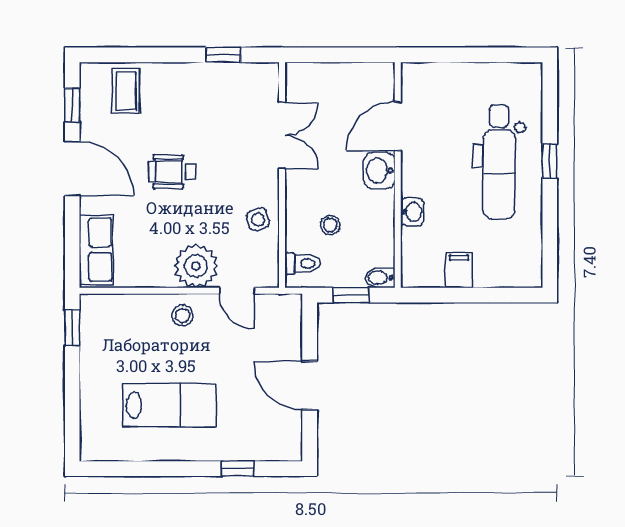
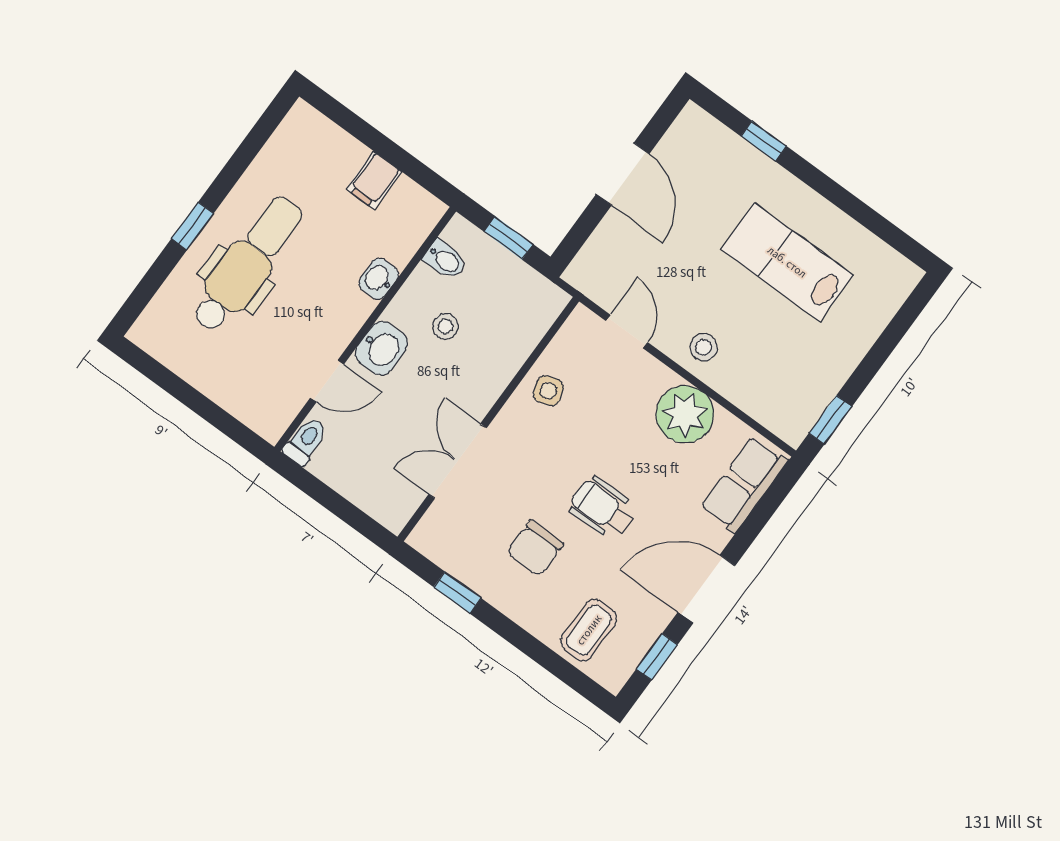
chair: (195, 117) -> (535, 548), added
door: (398, 126) -> (327, 381), width x0.73
door: (72, 169) -> (706, 589), hinge flipped
wheelchair: (172, 172) -> (603, 508), turned 180
stool: (330, 225) -> (445, 326), moved
toilet: (303, 263) -> (306, 441), moved, turned 90
plant: (196, 266) -> (685, 414), moved
bidet: (380, 278) -> (445, 260), moved

